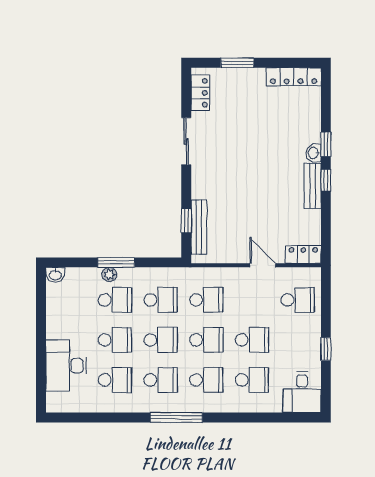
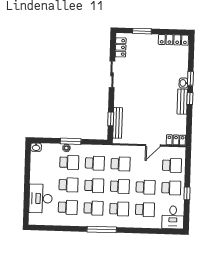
door: (263, 265) -> (153, 145), swing flipped
school desk: (298, 340) -> (171, 188), added

